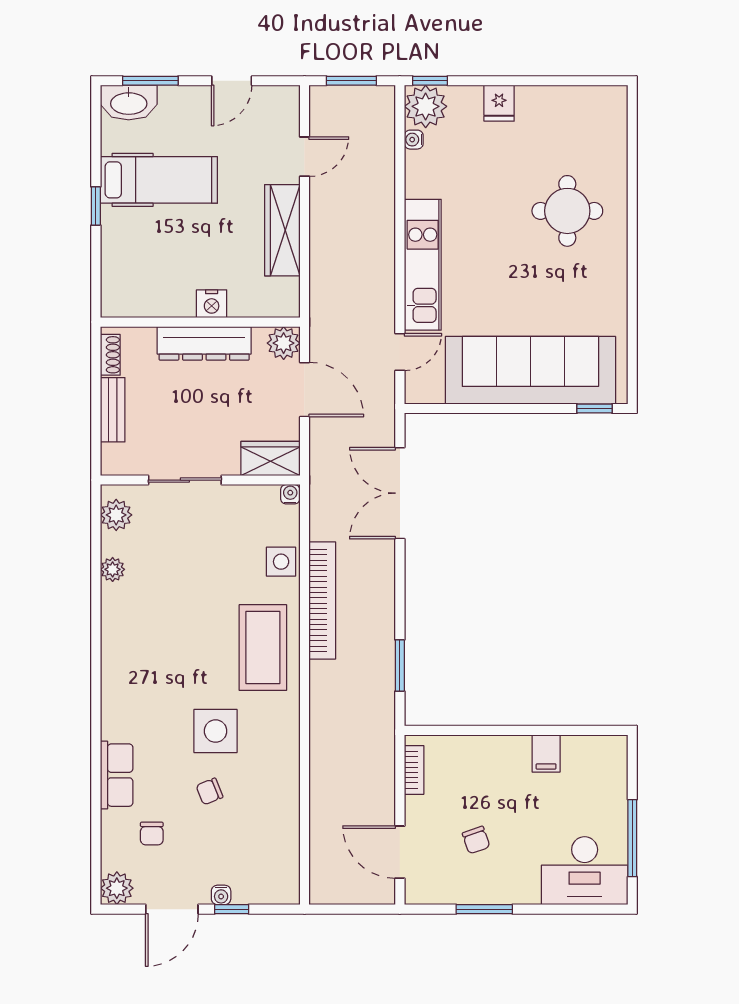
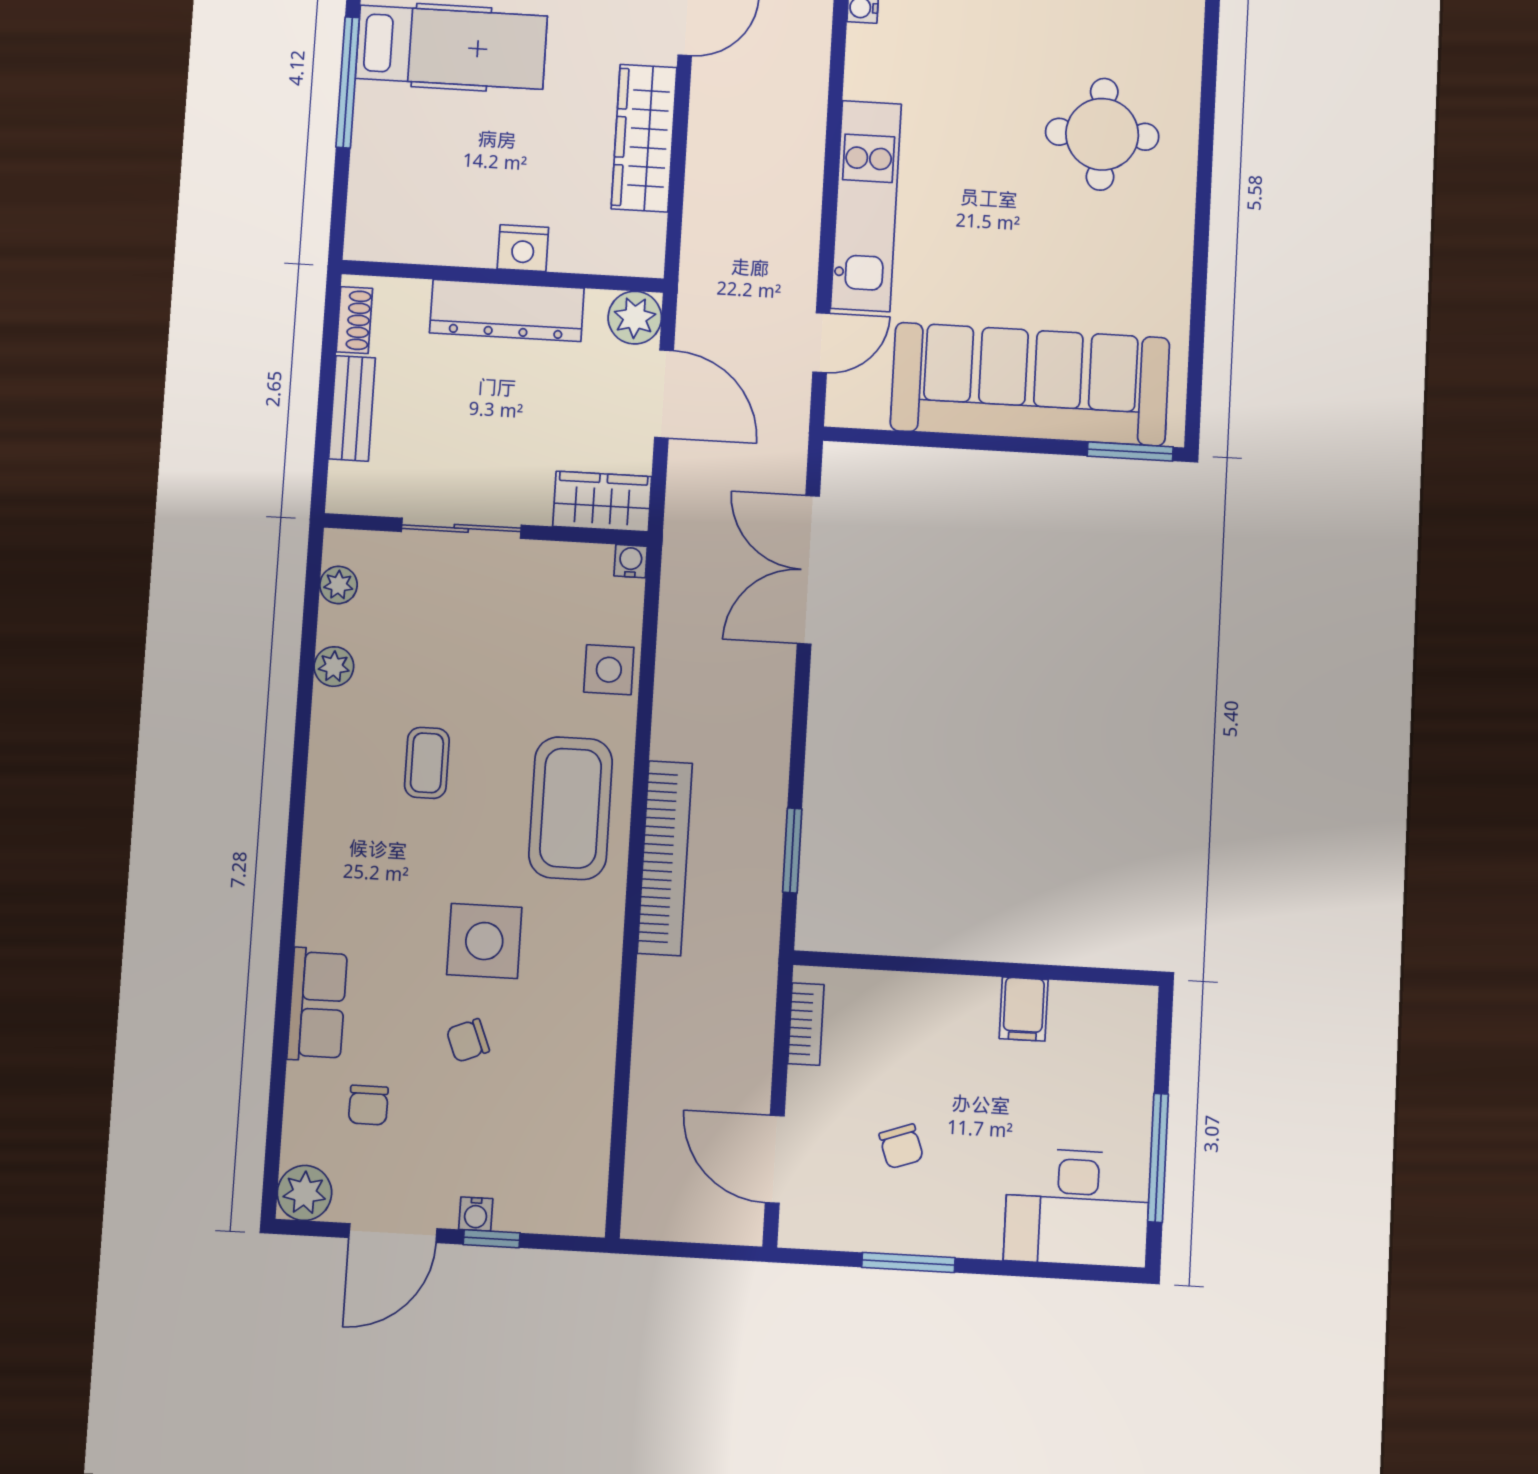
window: (96, 206) -> (348, 82), width x2.17
window: (594, 409) -> (1130, 451), width x1.50
plant: (116, 515) -> (338, 585), width x0.73, depth x0.73
bookcase: (322, 600) -> (665, 858), moved
coffee table: (173, 625) -> (427, 763), added

